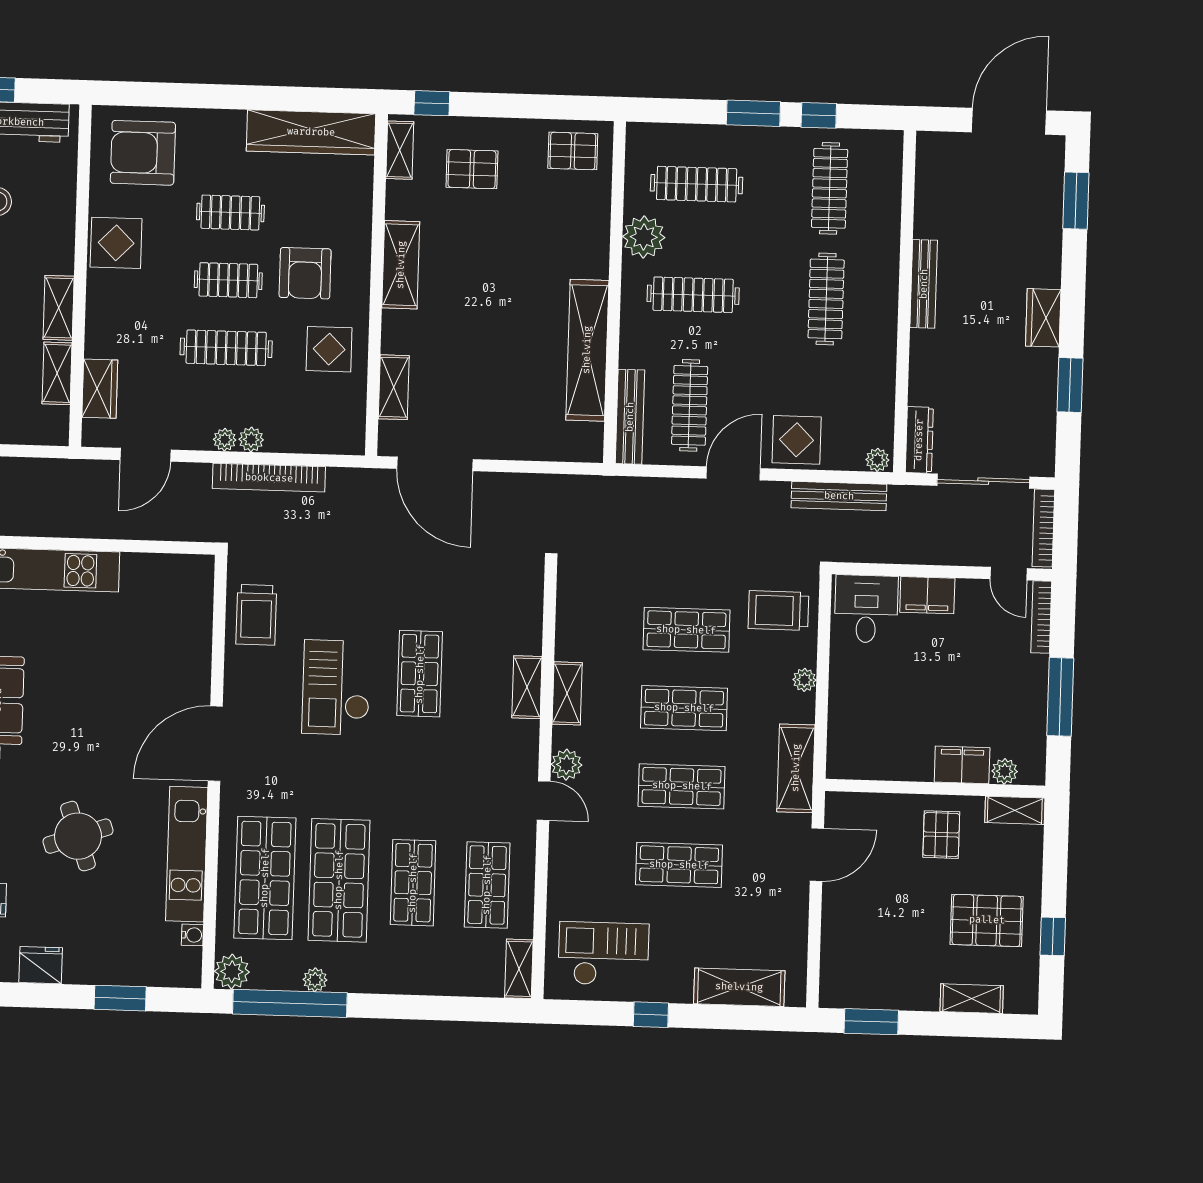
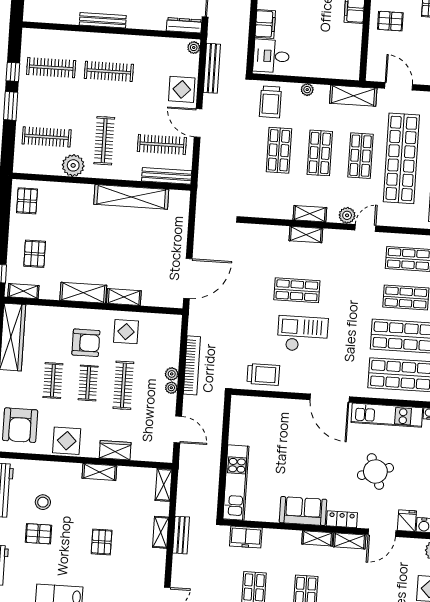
clothes rail: (697, 184) -> (47, 137), turned 90
shelving: (57, 373) -> (164, 485), moved, turned 90
shelving: (394, 387) -> (124, 297), moved
wardrobe: (100, 389) -> (115, 450), moved
checkout: (336, 687) -> (303, 334), turned 180
shop shelf: (679, 865) -> (401, 158), width x2.00, depth x1.36

